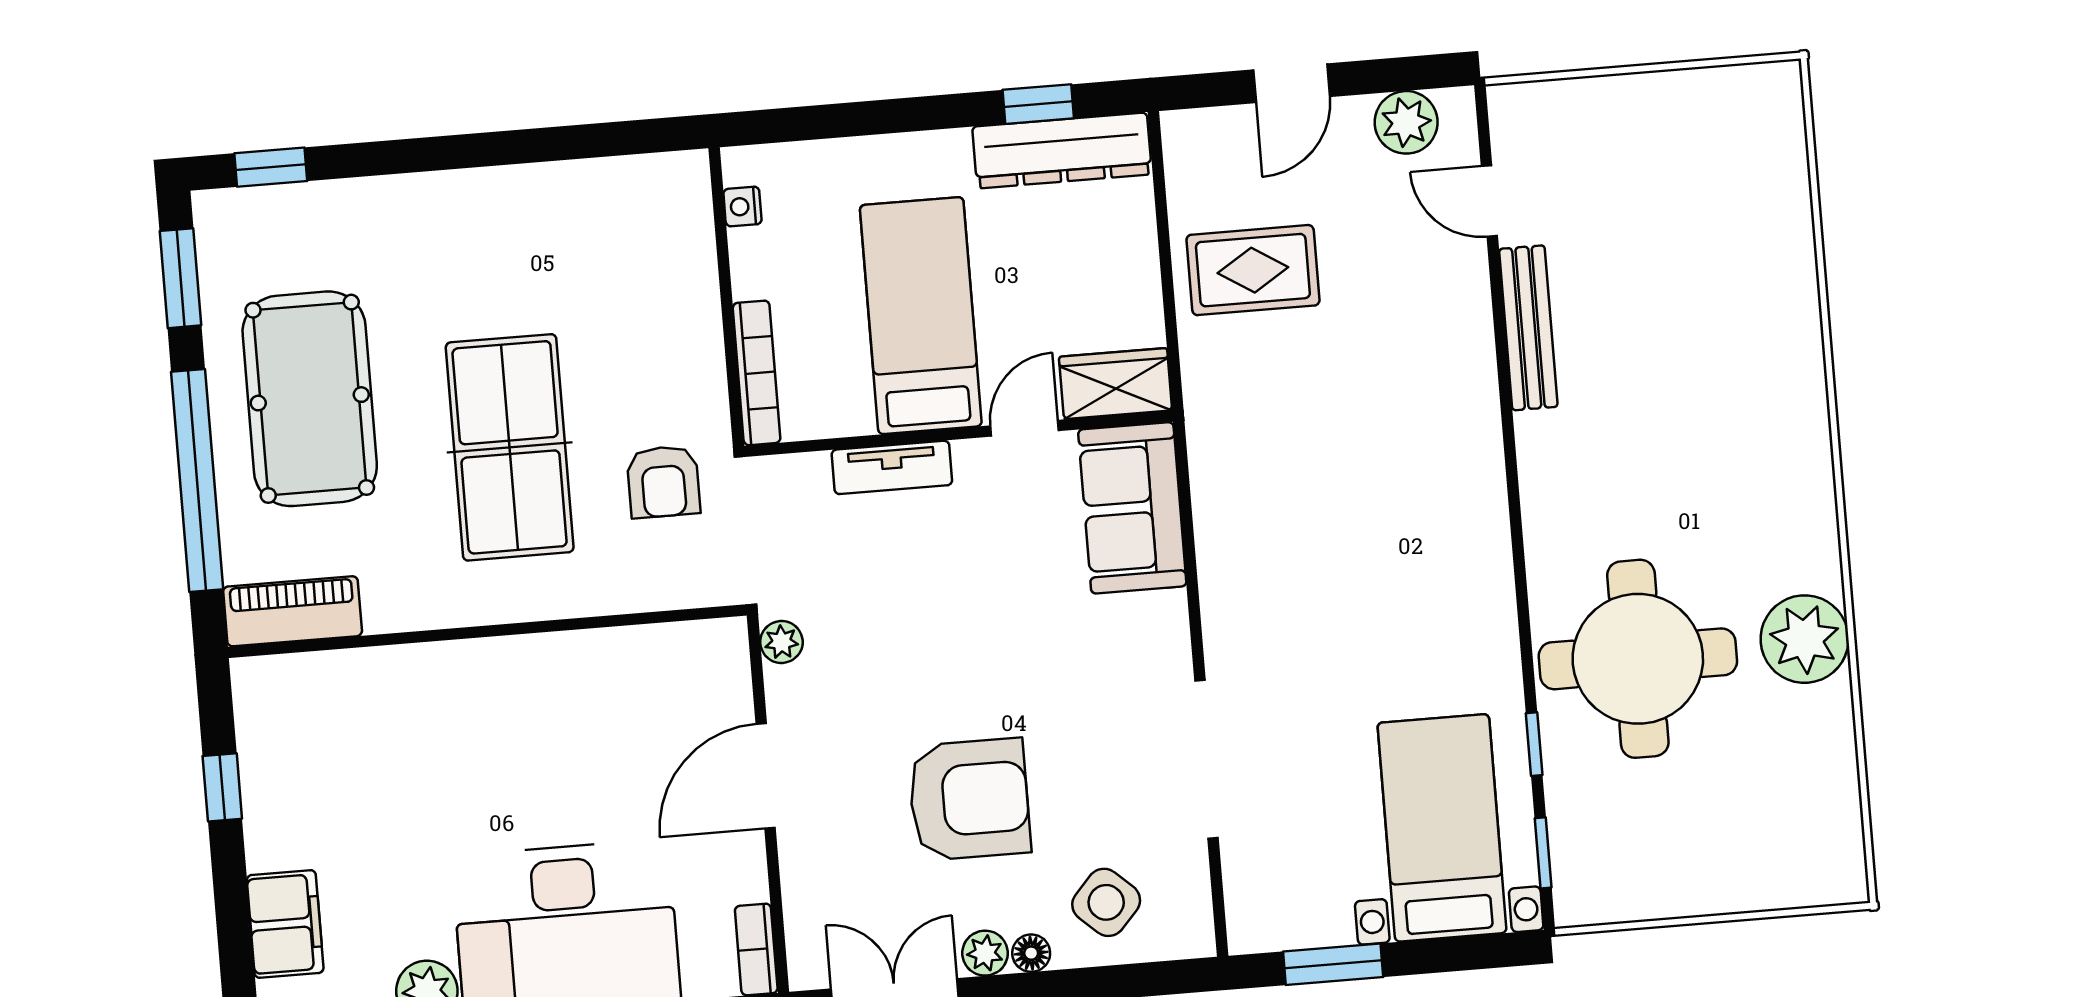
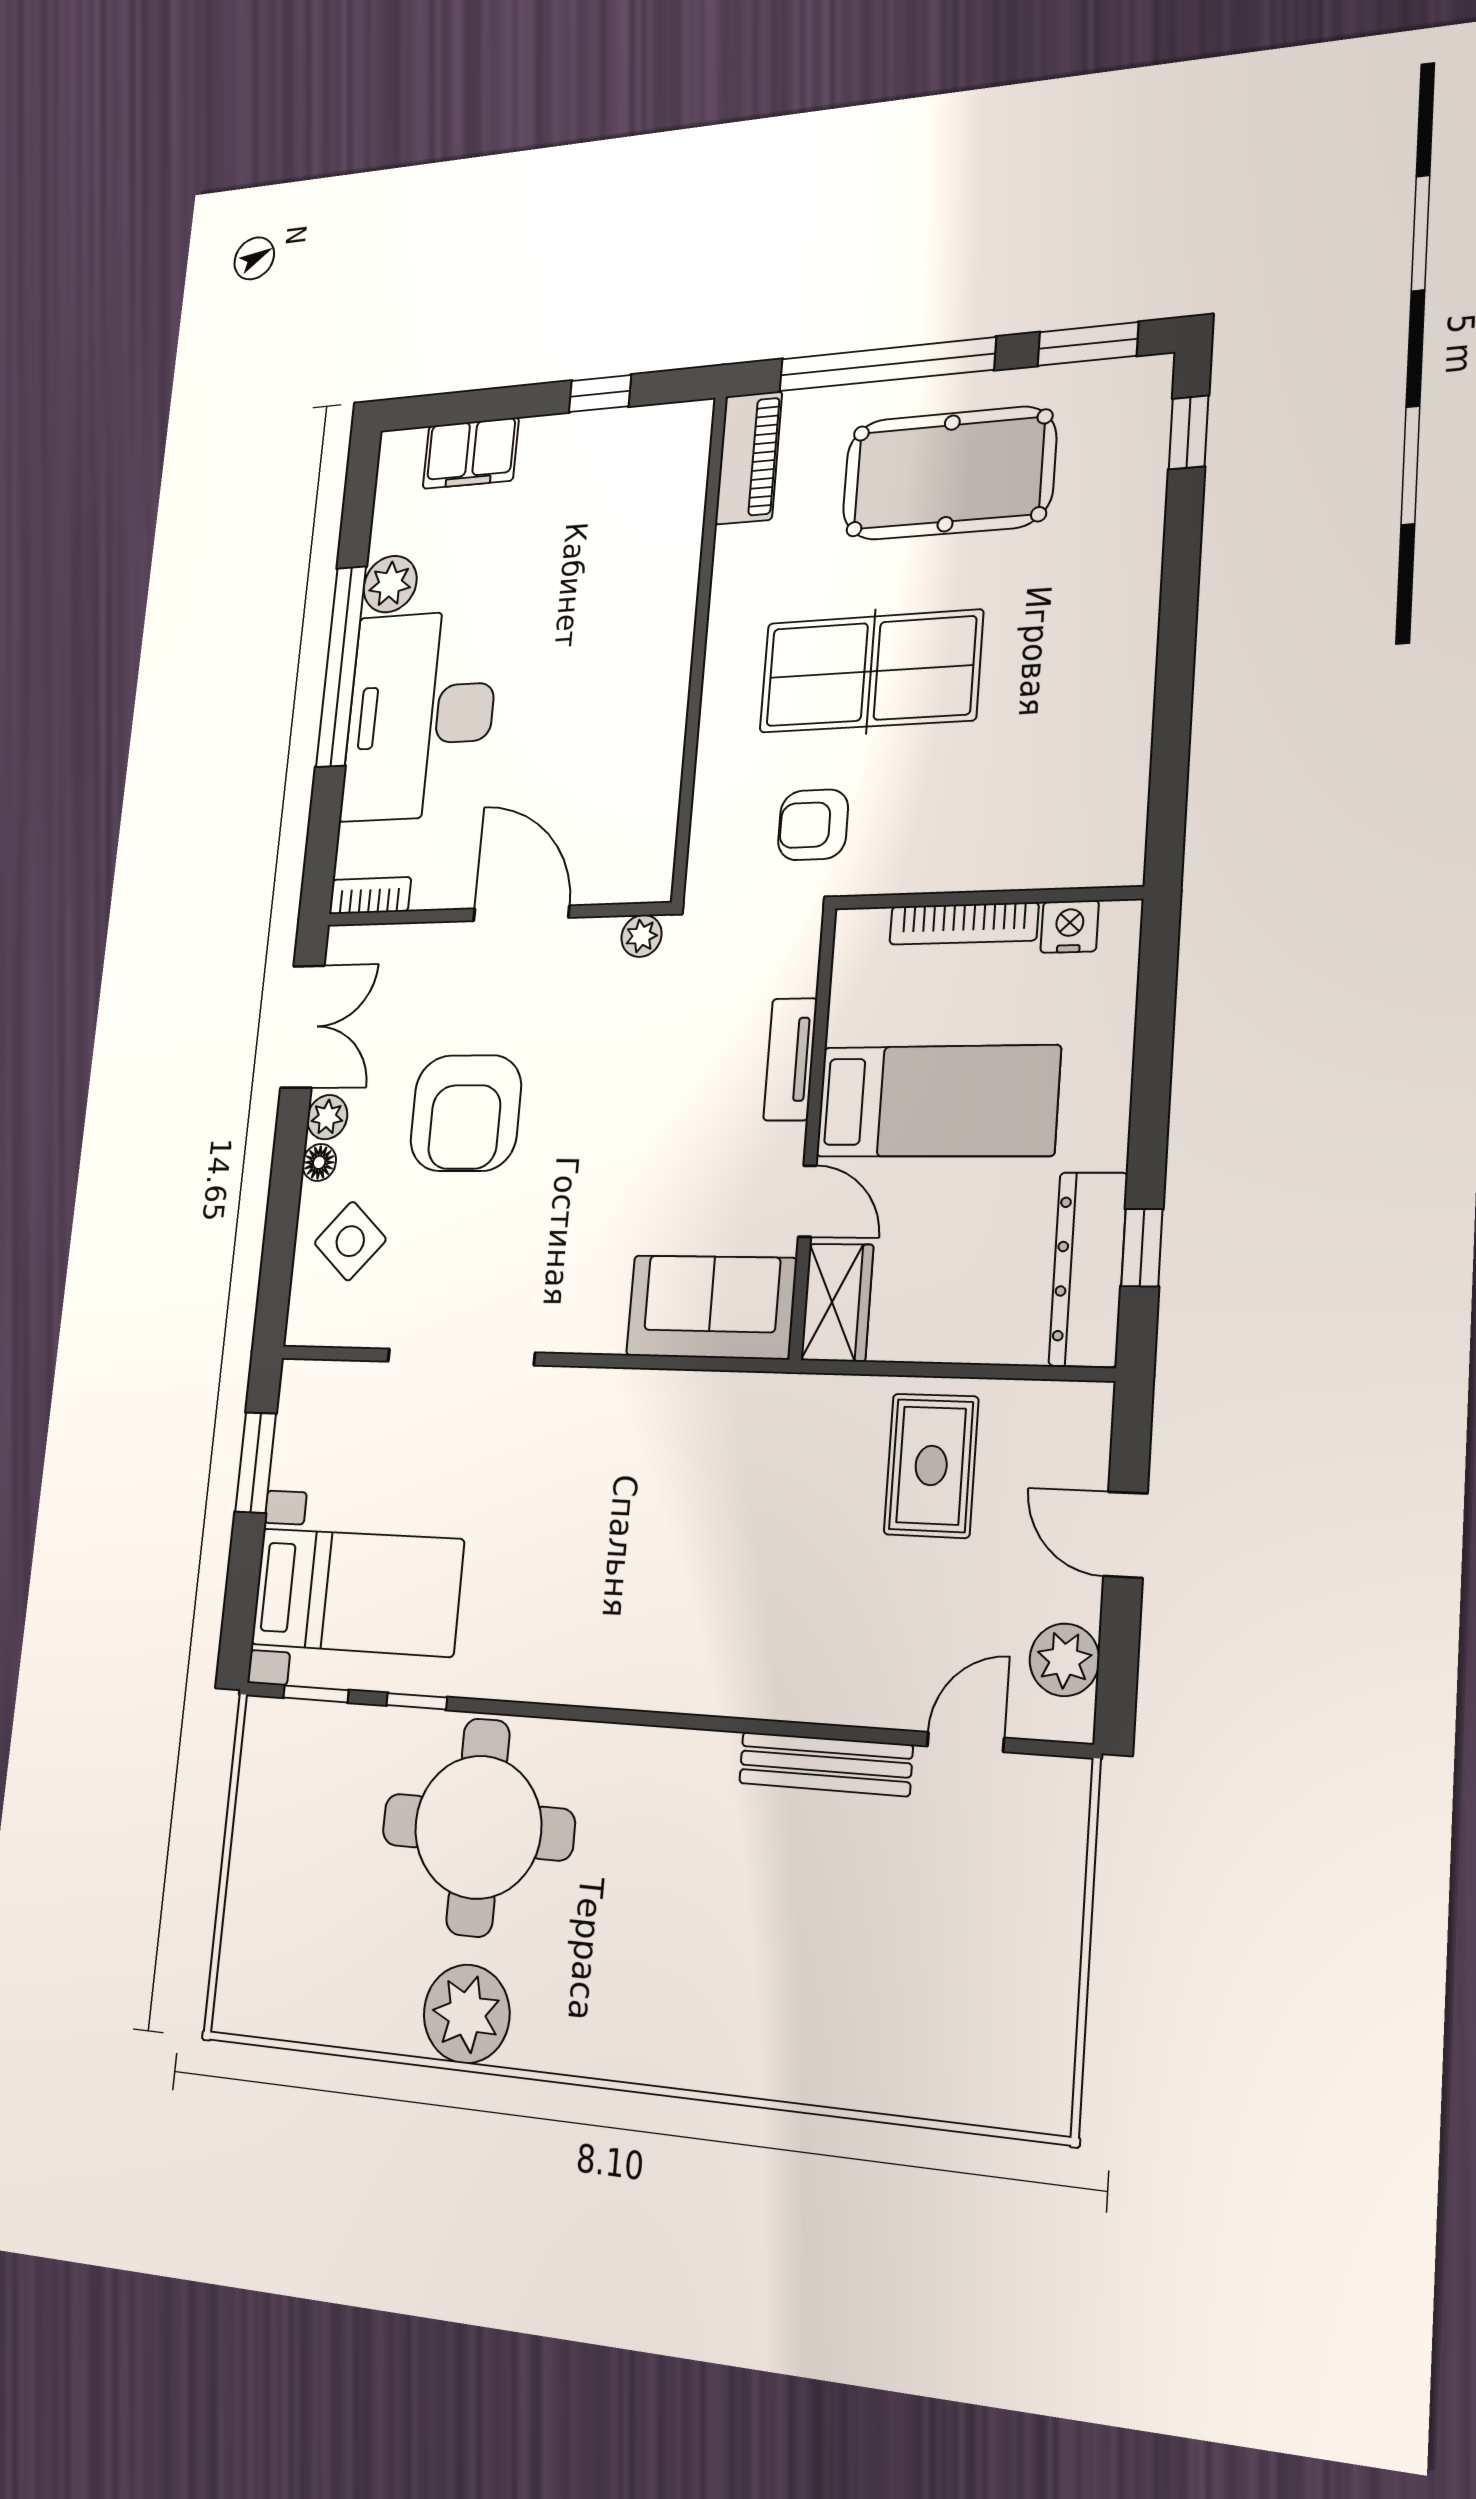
nightstand: (742, 207) -> (1070, 927), width x1.39, depth x1.35
bookcase: (757, 373) -> (964, 924), moved

